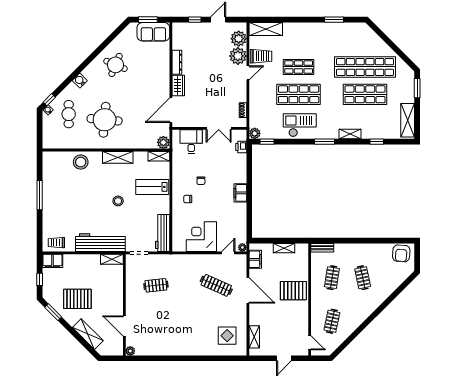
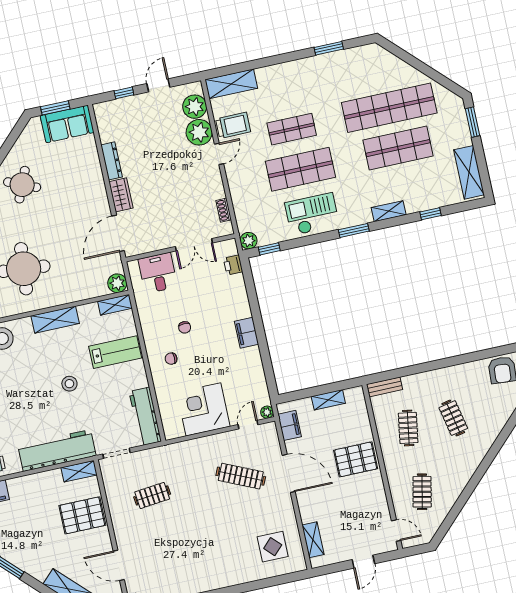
lab bench: (152, 187) -> (115, 352), turned 180
pallet: (77, 299) -> (82, 515), moved

